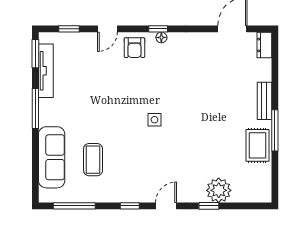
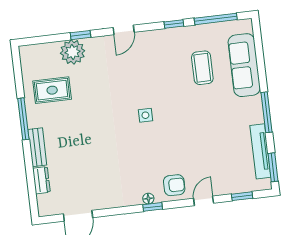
dresser: (264, 45) -> (41, 180), moved
armchair: (134, 48) -> (174, 185), turned 90
rug: (257, 145) -> (52, 90), moved, turned 90
window: (130, 206) -> (174, 24), moved

